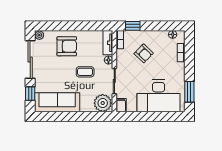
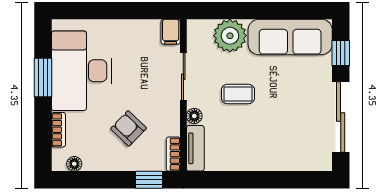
plant: (39, 35) -> (324, 163), removed
armchair: (67, 46) -> (272, 142), removed
window: (189, 92) -> (43, 77), moved
desk: (159, 96) -> (81, 71), moved, turned -90
plant: (103, 103) -> (230, 36), moved

